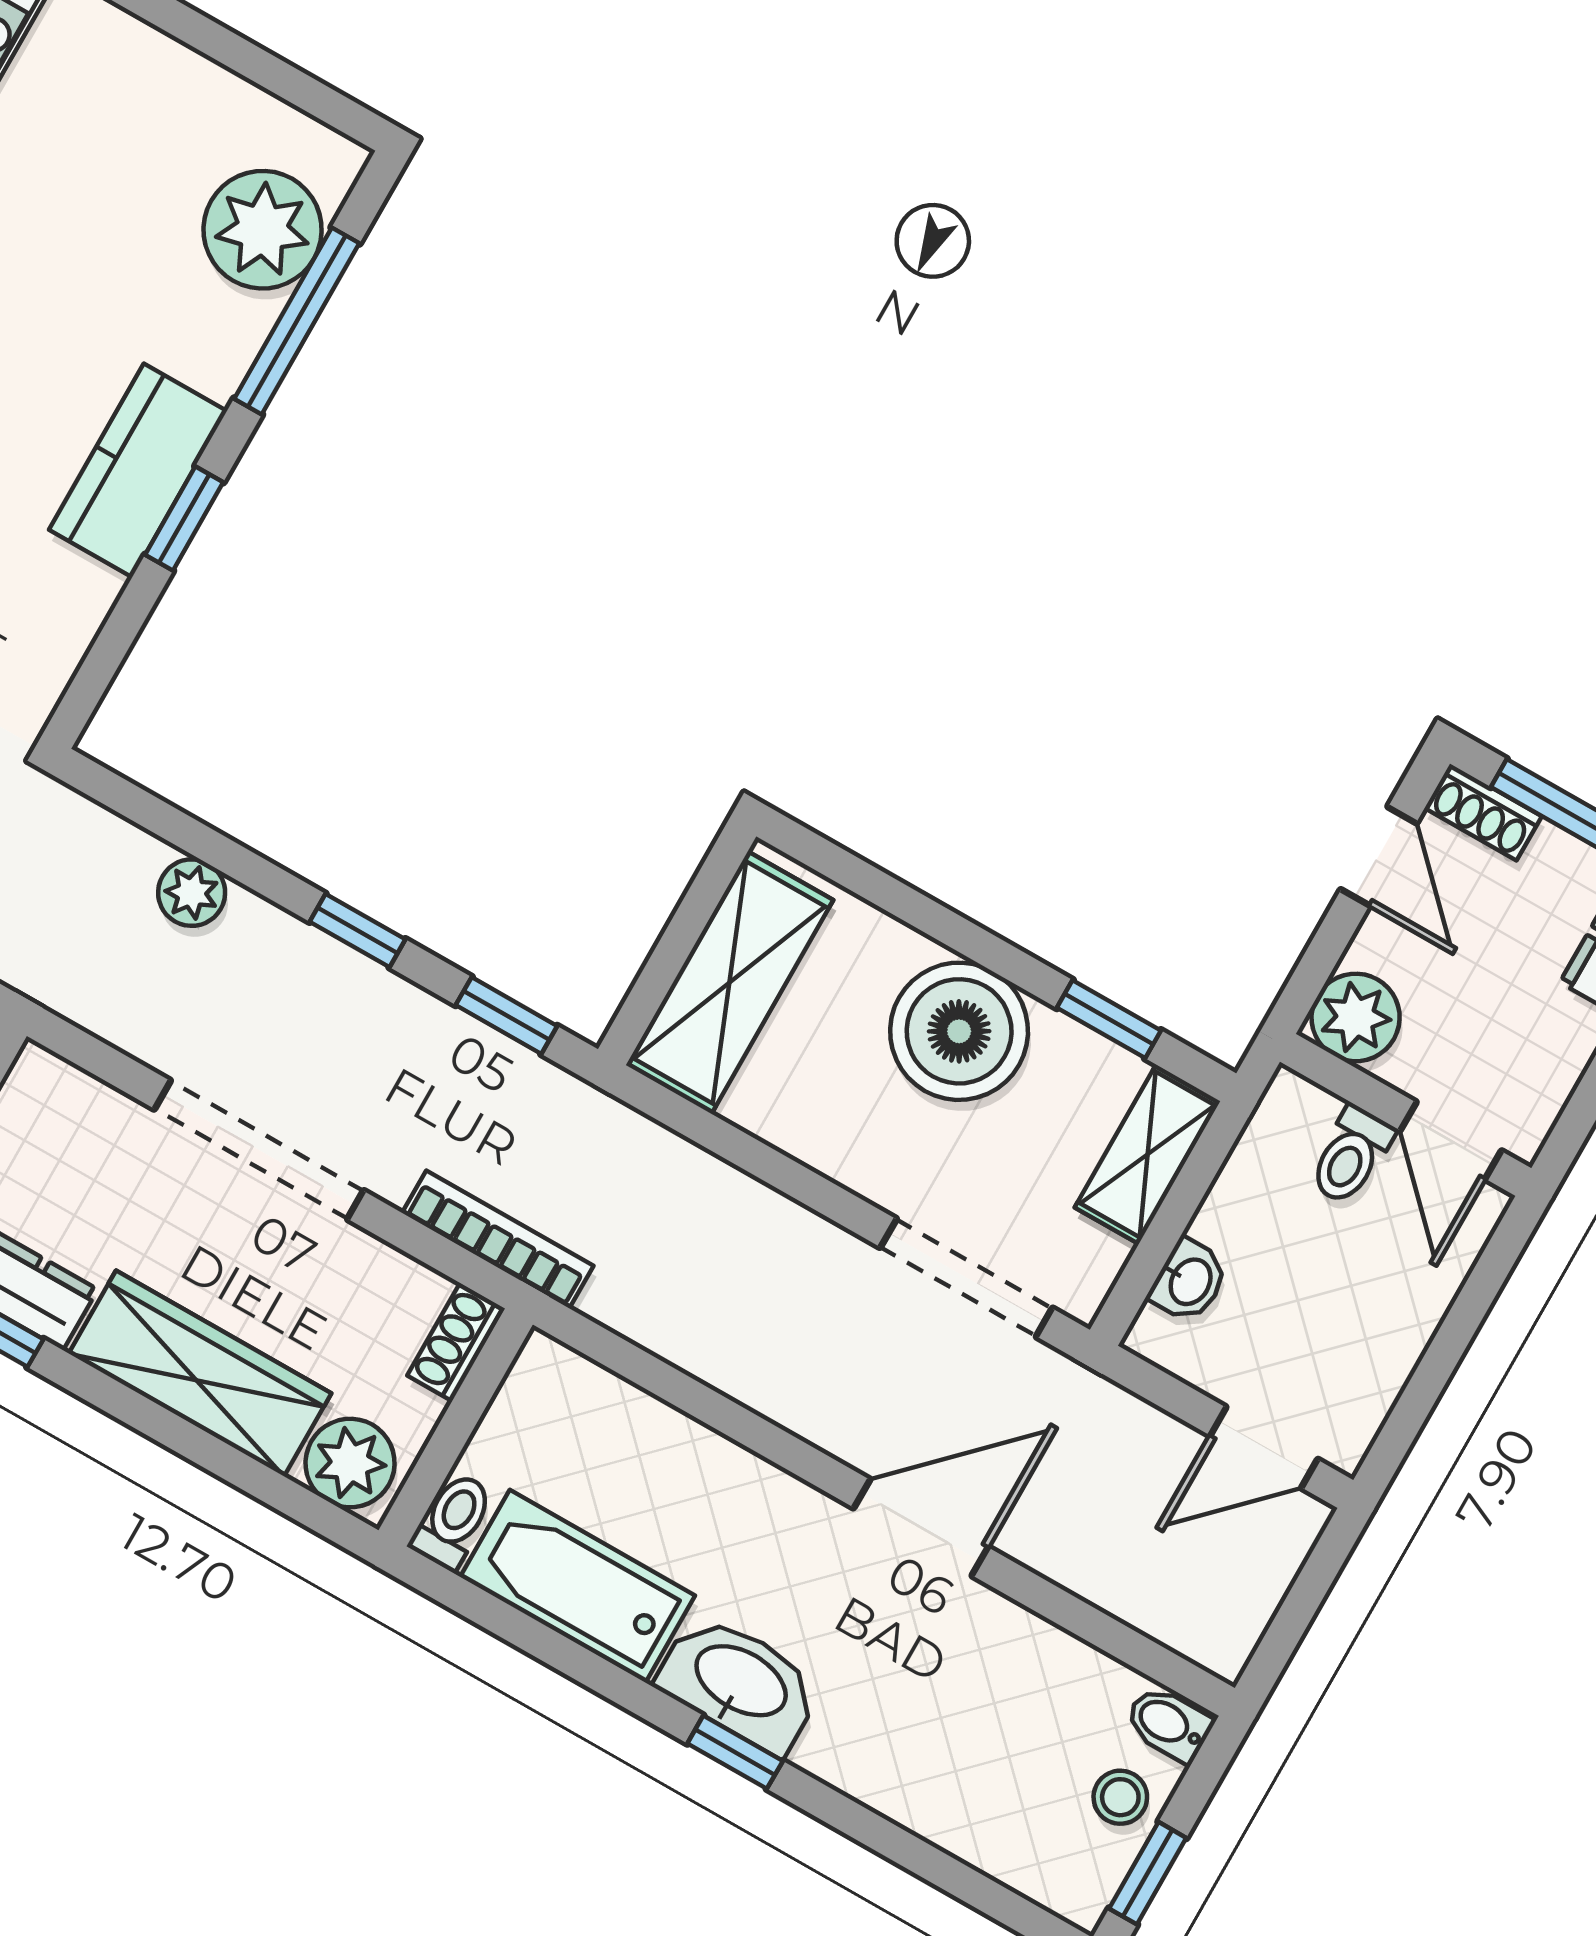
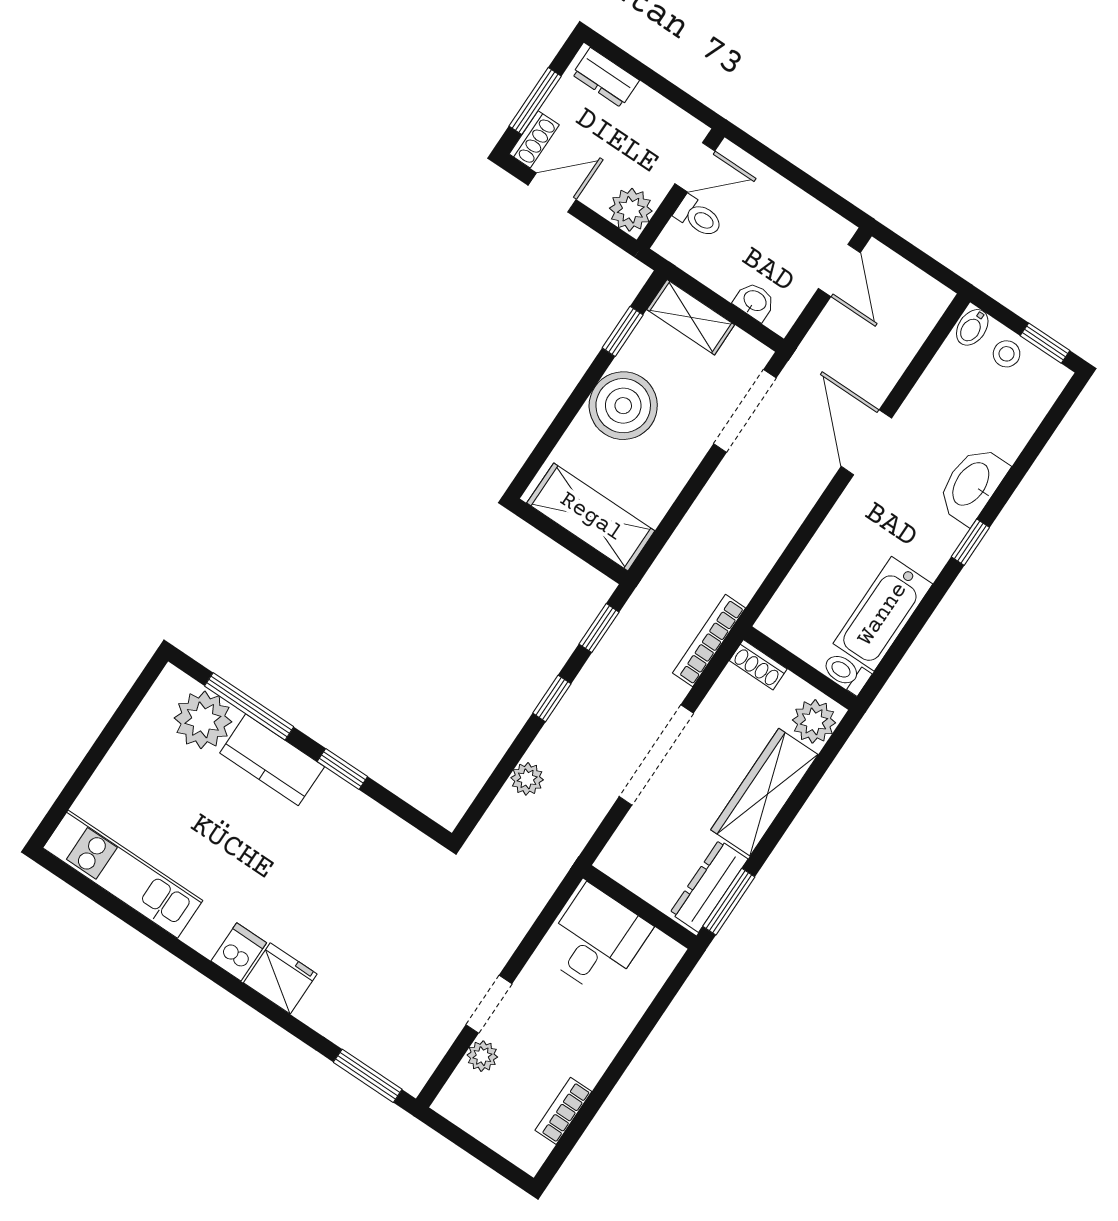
kitchen counter: (138, 470) -> (272, 760), moved
washbasin: (740, 1683) -> (972, 485), moved

